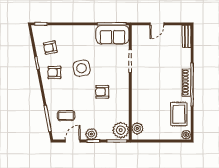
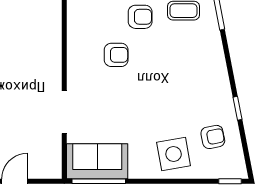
side table: (82, 68) -> (174, 154), moved
armchair: (54, 73) -> (140, 17), moved

